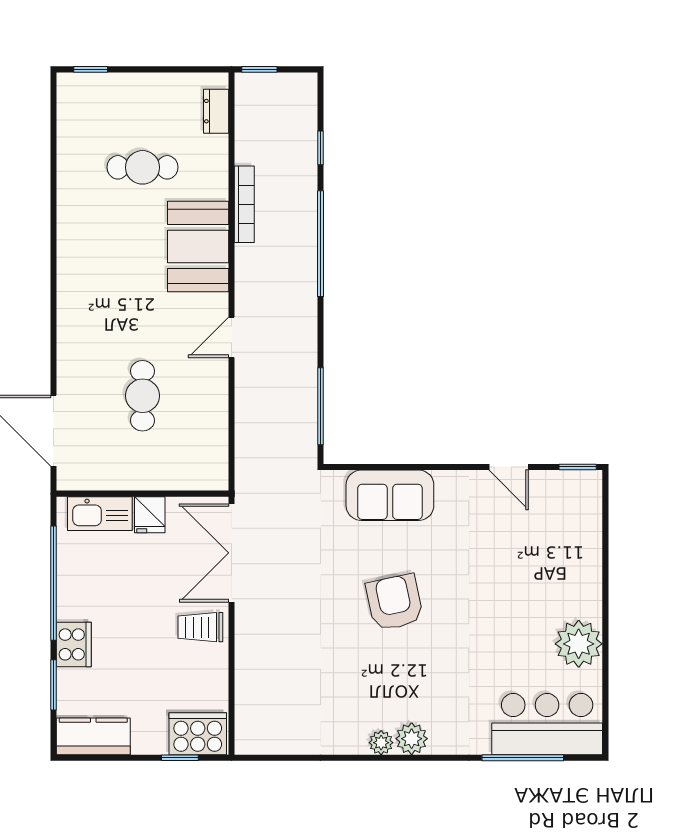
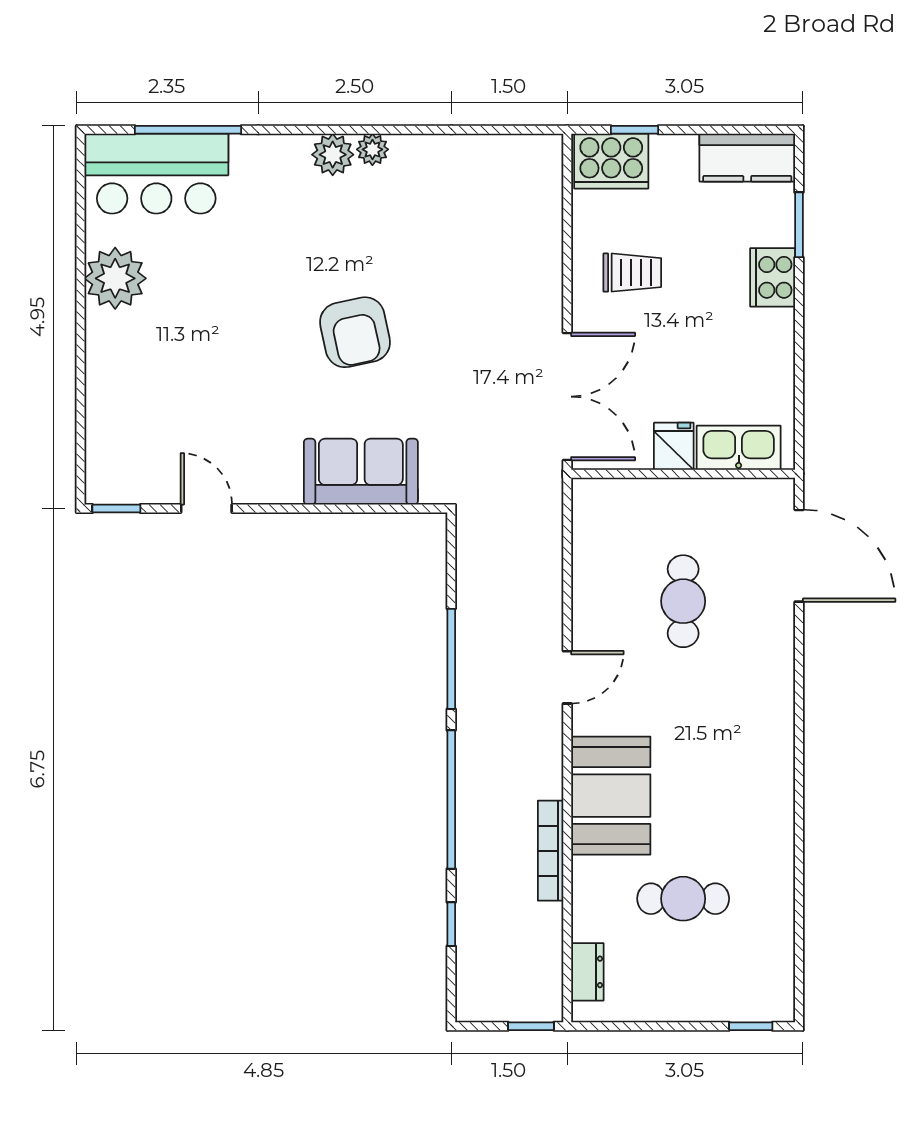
window: (321, 406) -> (451, 659), moved
window: (54, 583) -> (799, 357), removed
trolley: (200, 627) -> (632, 273), moved

